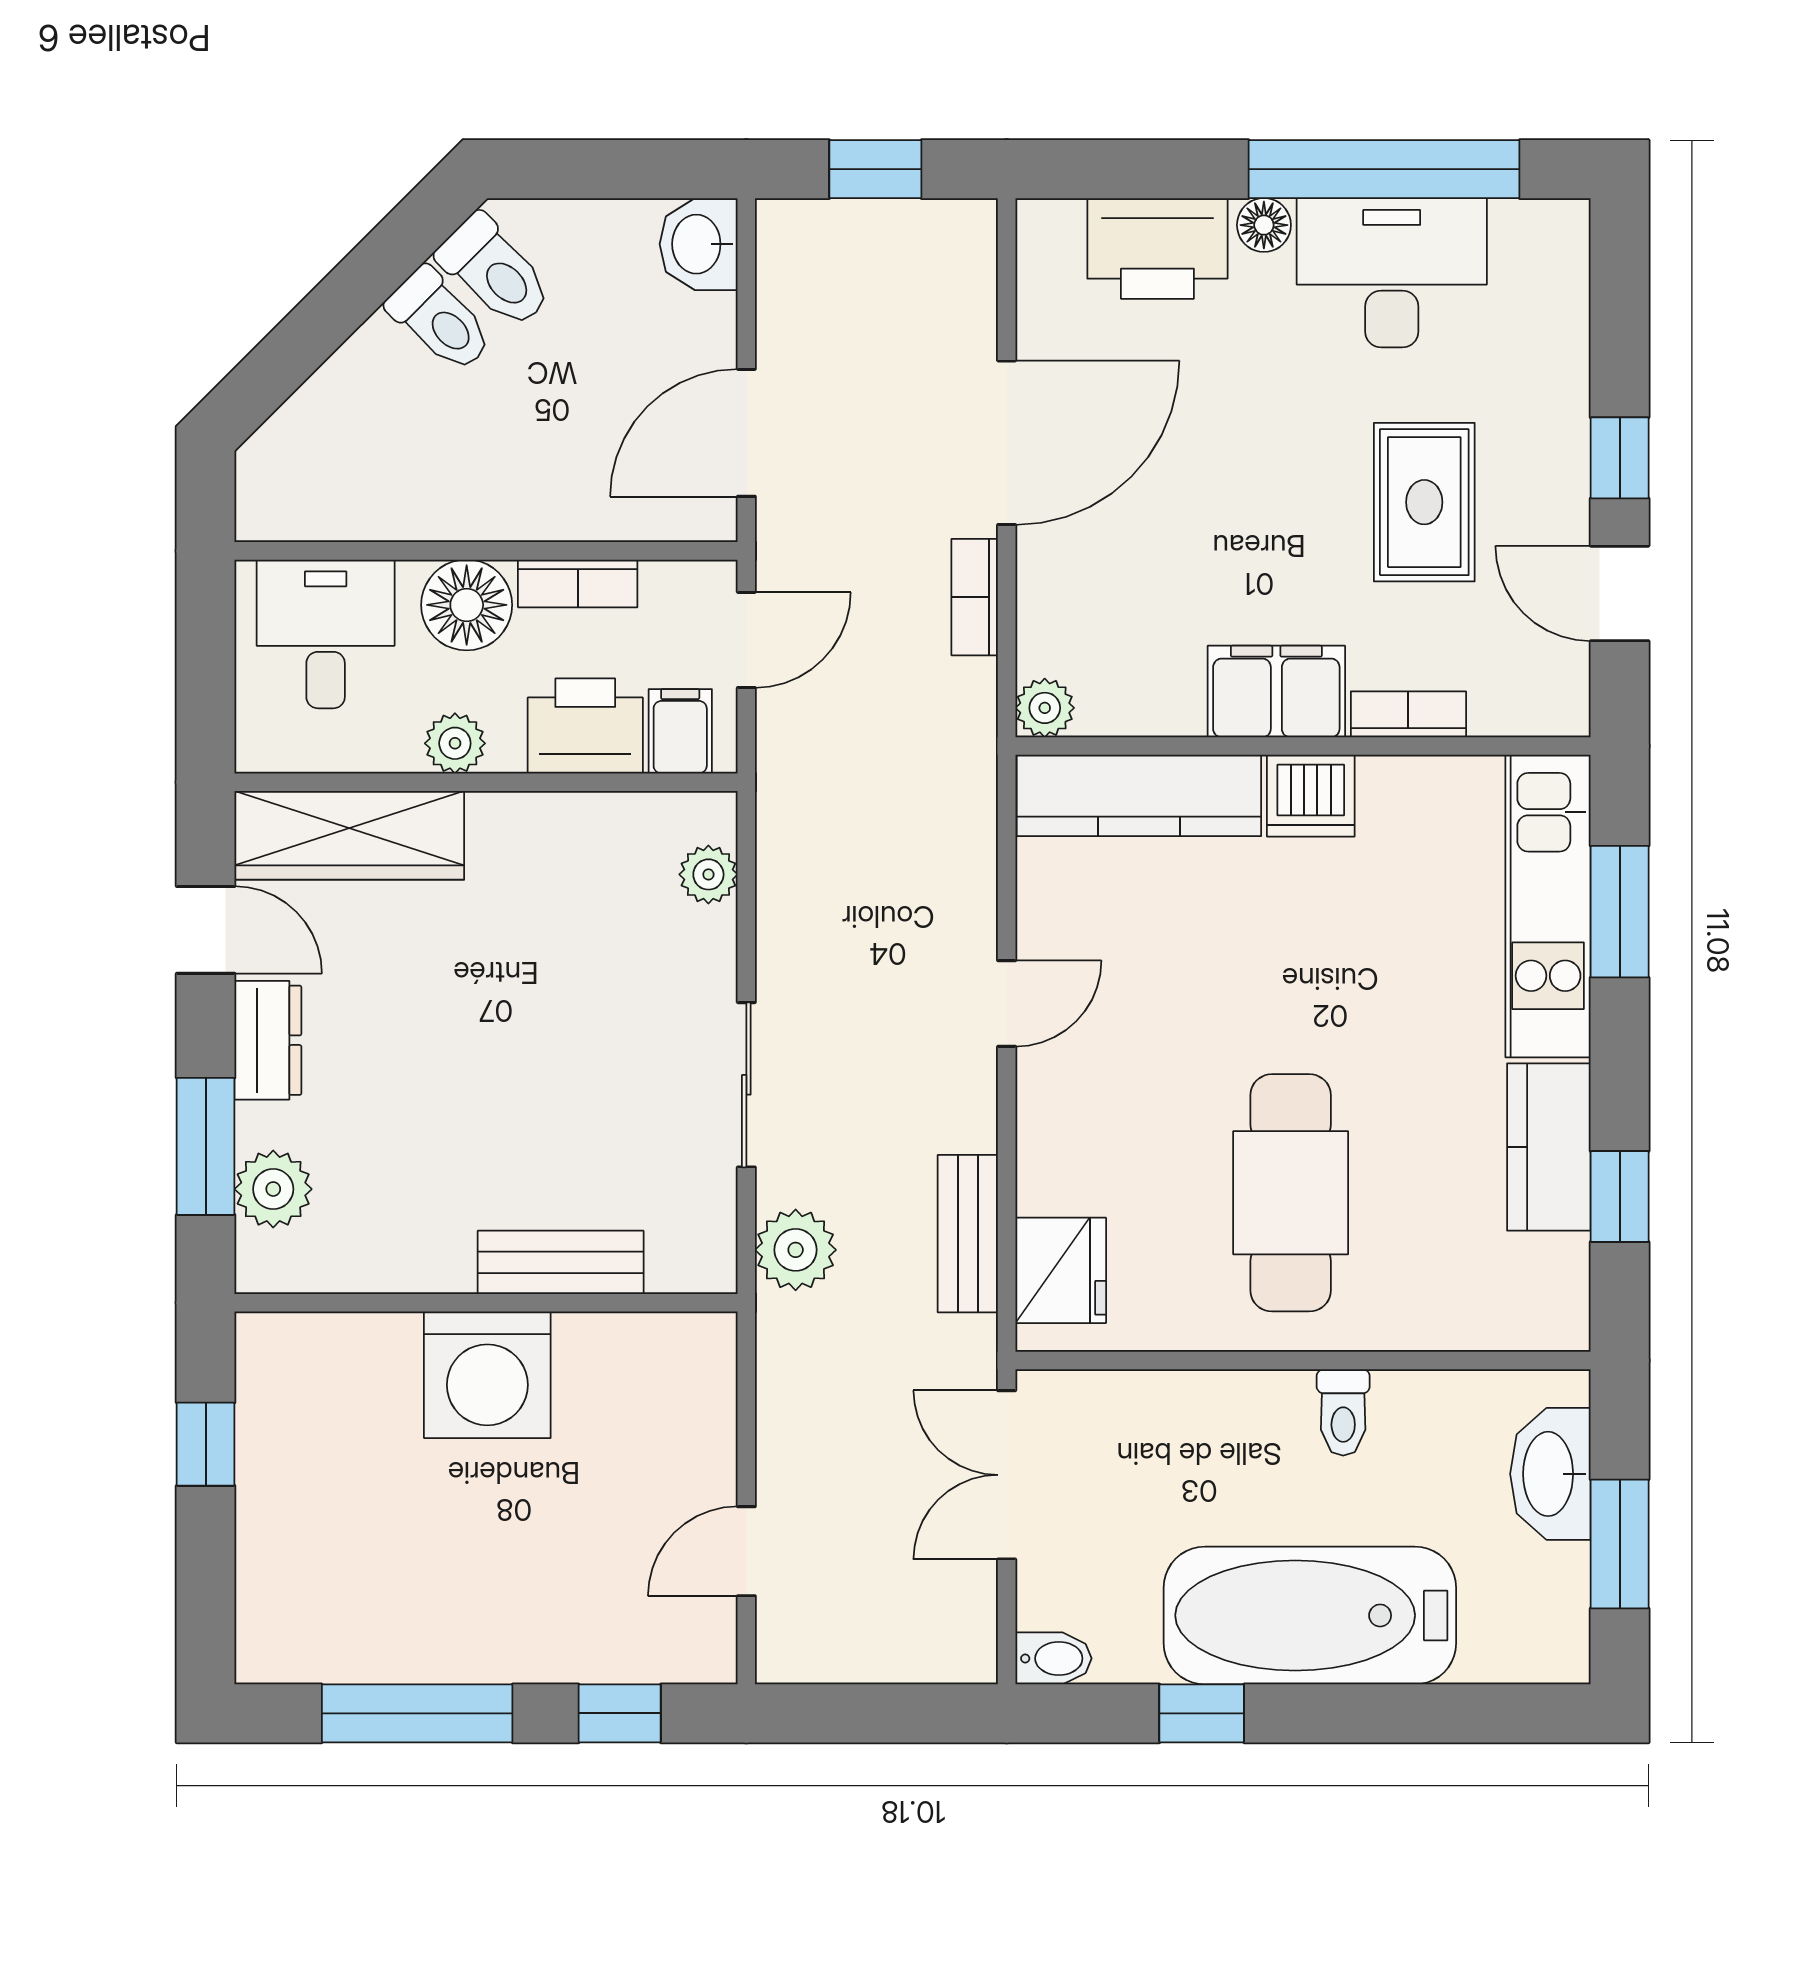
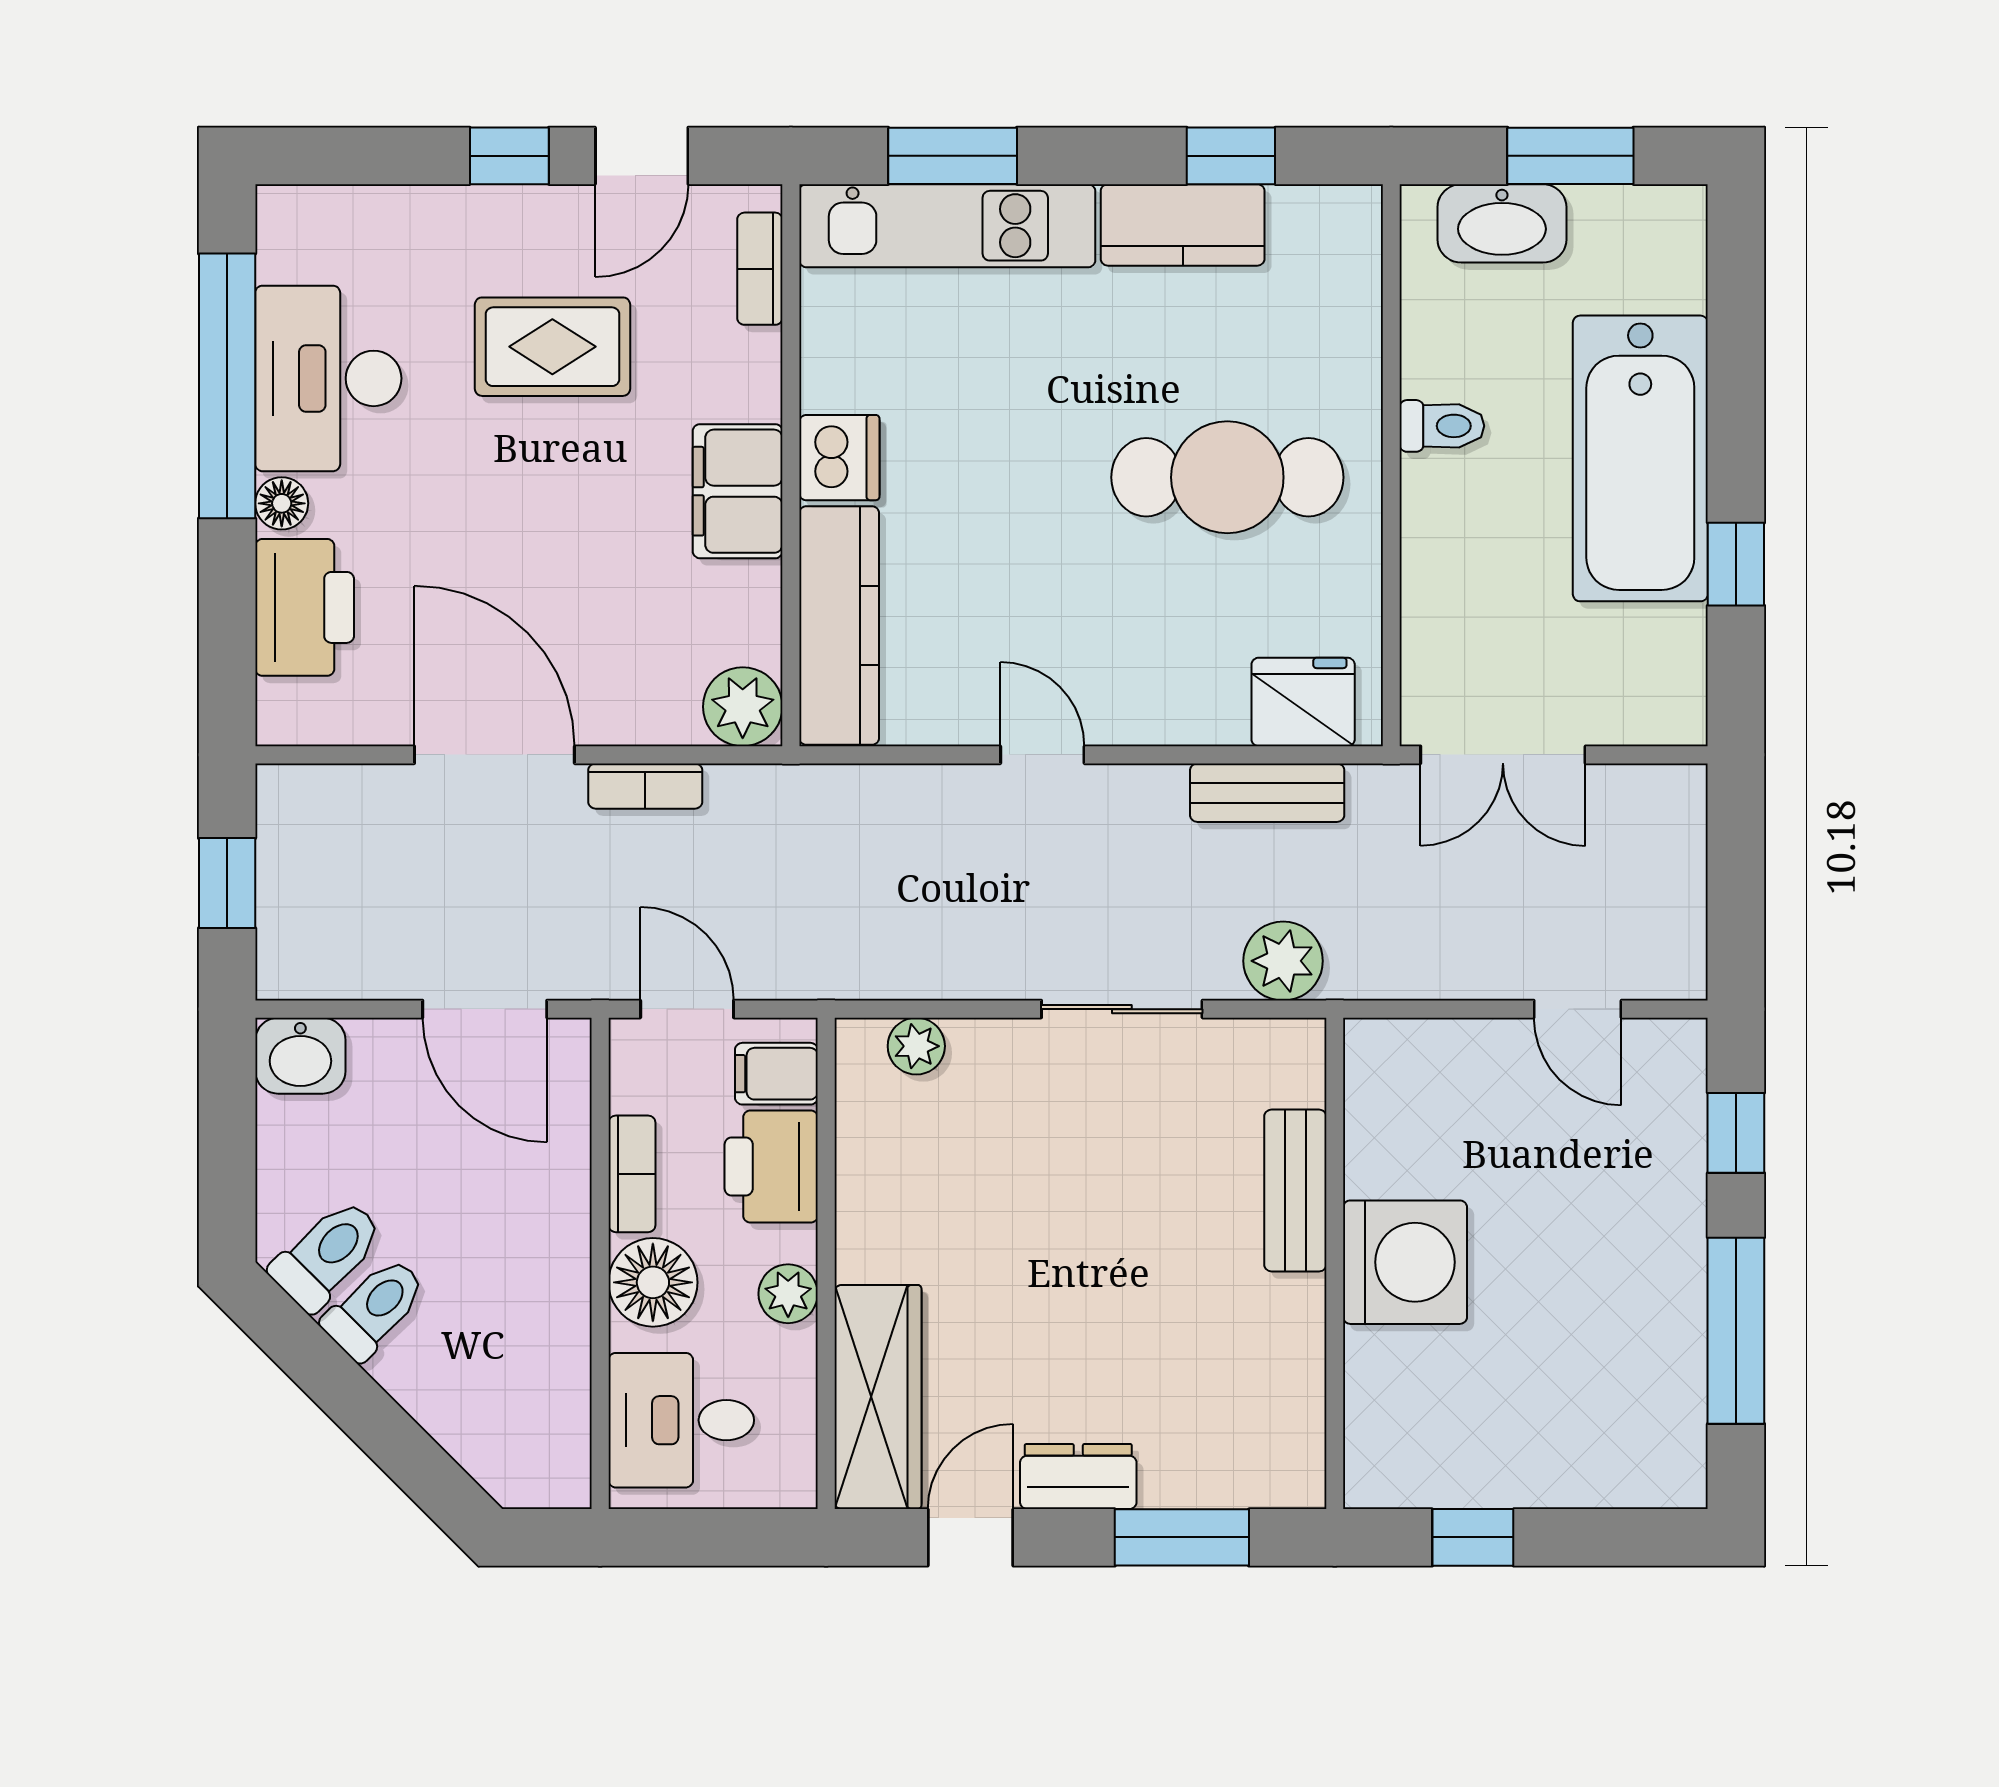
plant: (1045, 708) -> (743, 707), width x1.38, depth x1.38
bookcase: (1408, 714) -> (760, 269), moved
plant: (273, 1189) -> (1224, 1471), removed
bidet: (1053, 1658) -> (1682, 709), removed

